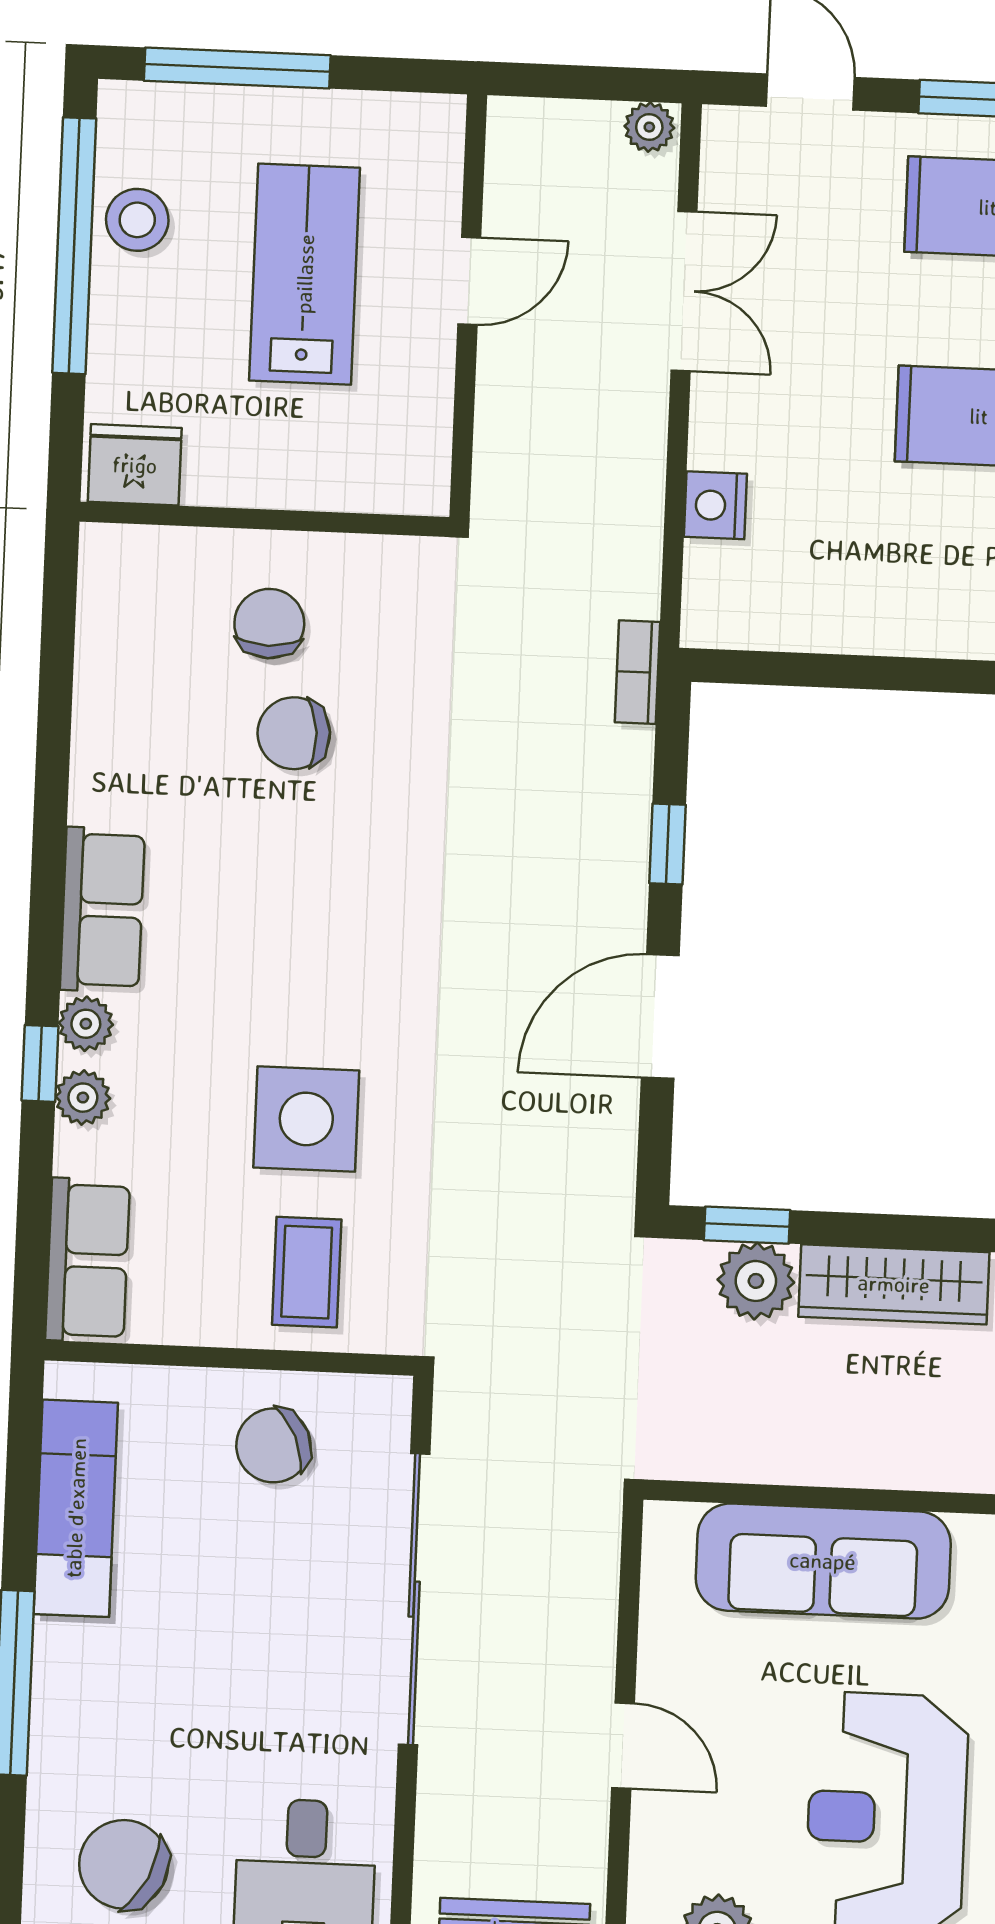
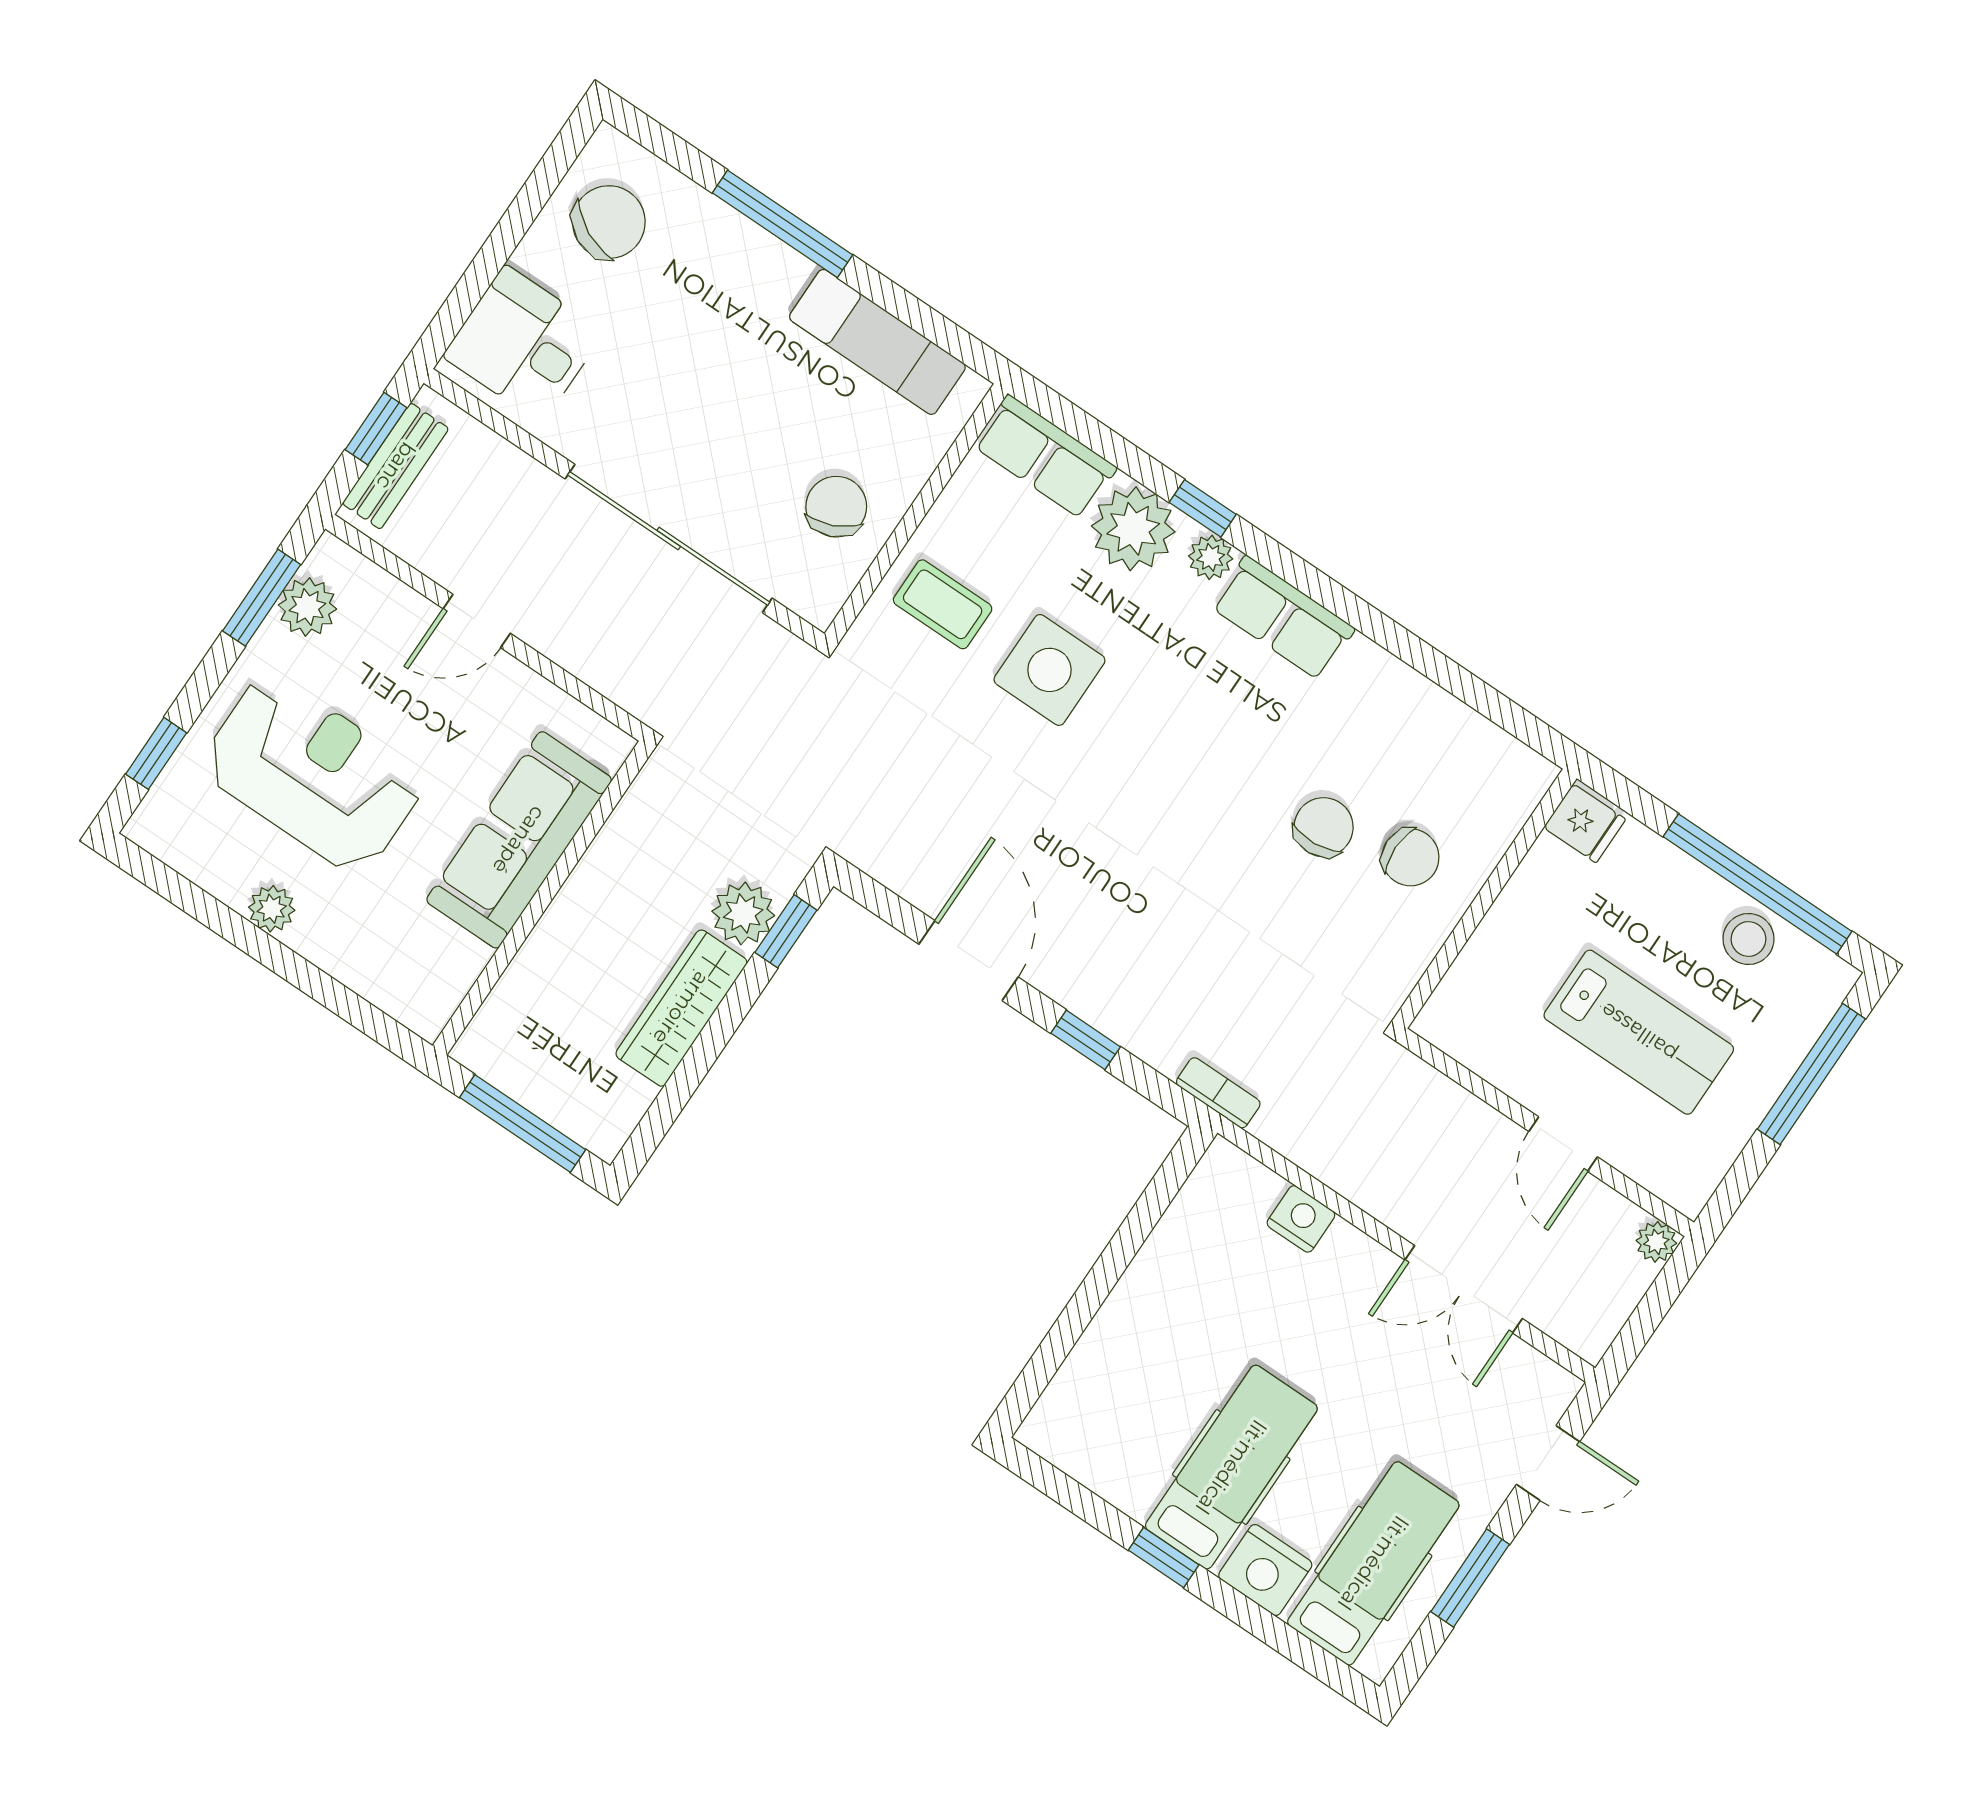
plant: (649, 127) -> (1656, 1242), moved
fridge: (135, 465) -> (1585, 823), width x0.72
plant: (83, 1098) -> (1133, 529), width x1.88, depth x1.88

